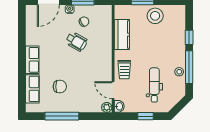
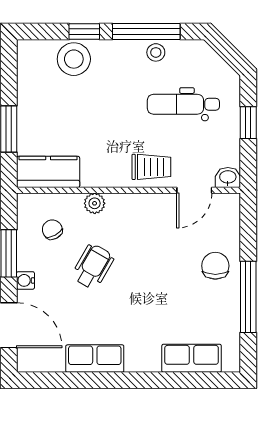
stool: (155, 16) -> (74, 59), moved
chair: (84, 22) -> (52, 230), moved
kitchen counter: (122, 35) -> (48, 172), moved
row of seats: (32, 60) -> (95, 359), moved
chair: (60, 87) -> (215, 266), moved
plant: (107, 107) -> (95, 203), moved

